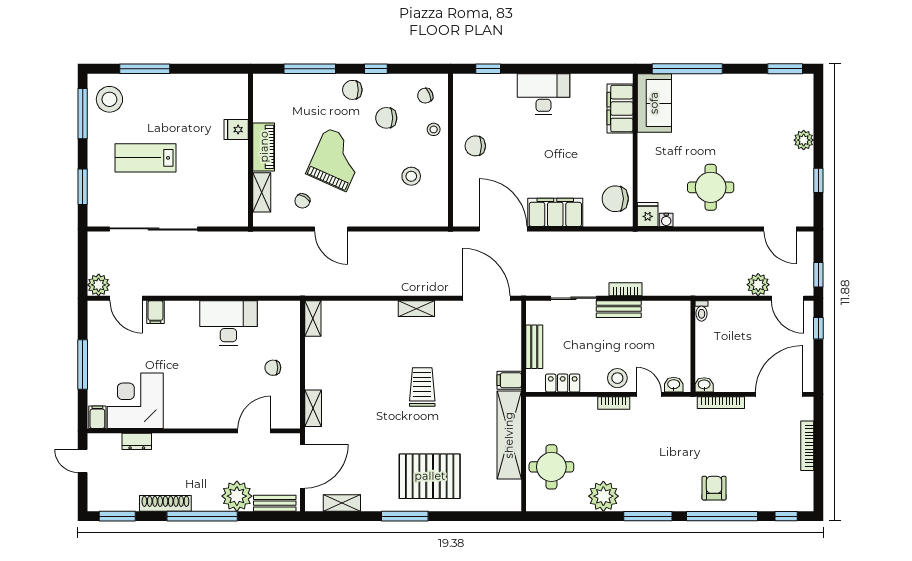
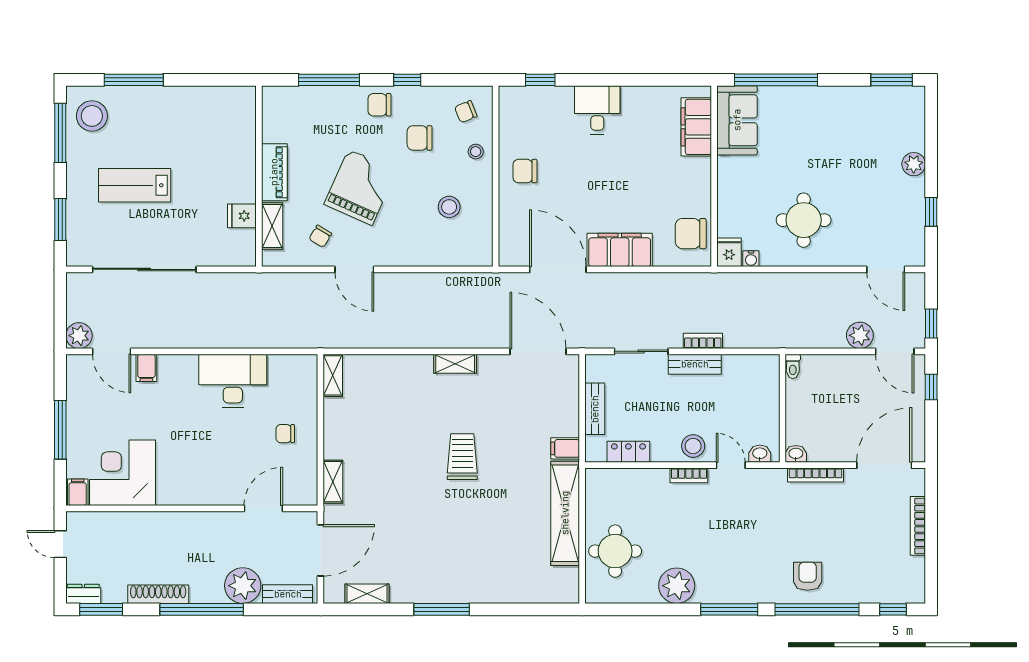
desk: (543, 94) -> (597, 110), width x0.73
fridge: (236, 130) -> (242, 216), moved
dresser: (137, 441) -> (83, 594), moved, turned 180
pallet: (430, 476) -> (471, 562), removed

